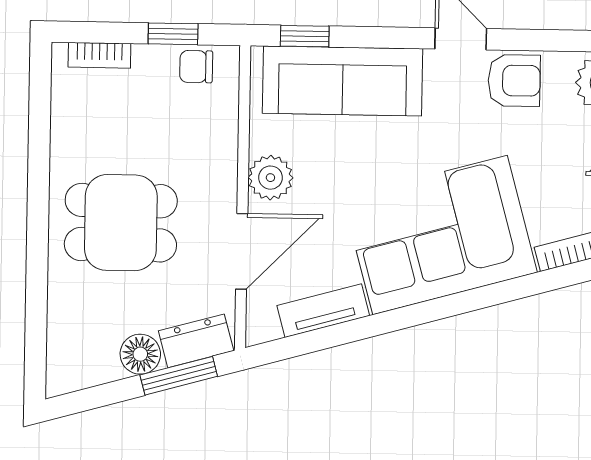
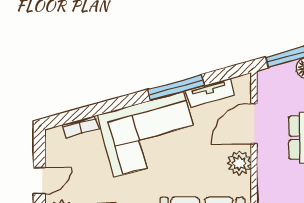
window: (387, 322) -> (176, 87), added
dresser: (196, 341) -> (277, 76), removed

